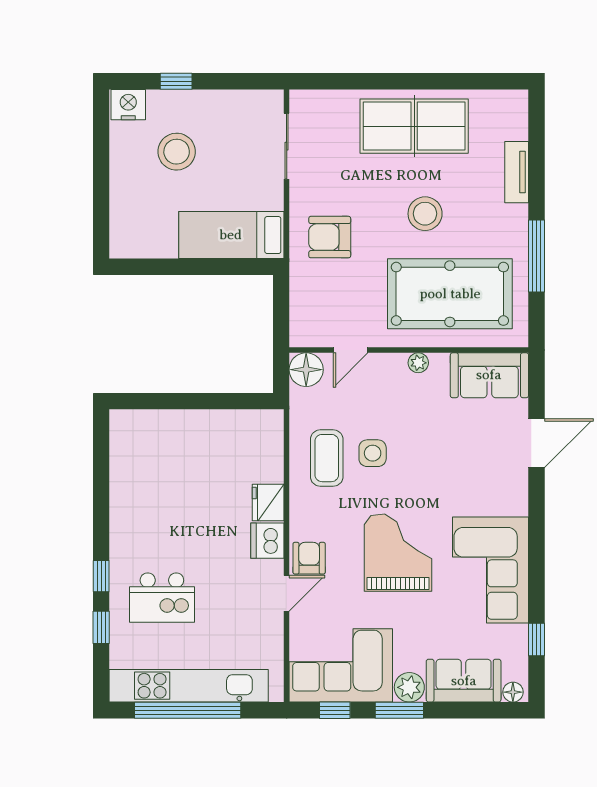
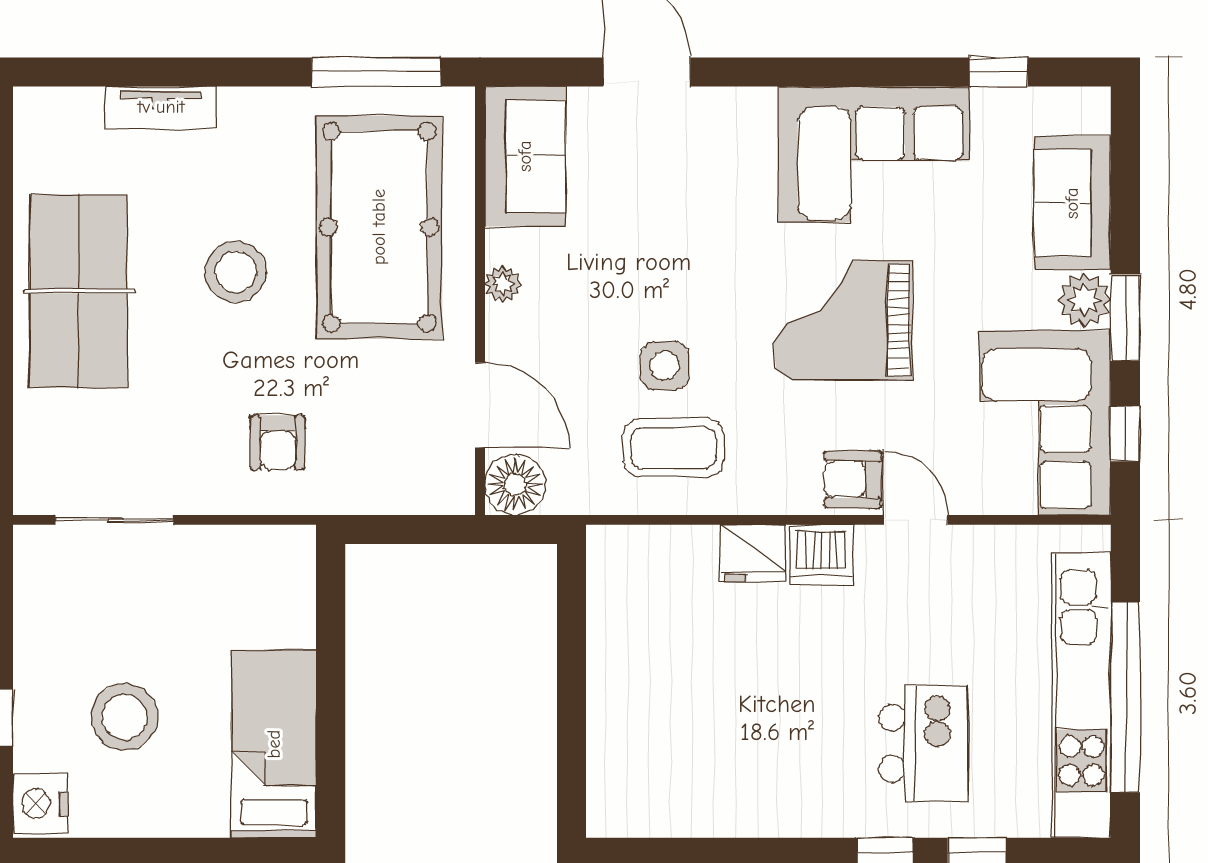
bed: (231, 235) -> (274, 744), moved, turned 180
armchair: (330, 237) -> (278, 443), width x0.72, depth x0.72
window: (536, 256) -> (376, 72), moved
door: (351, 350) -> (480, 405), width x1.38
floor lamp: (513, 692) -> (1093, 114), removed

